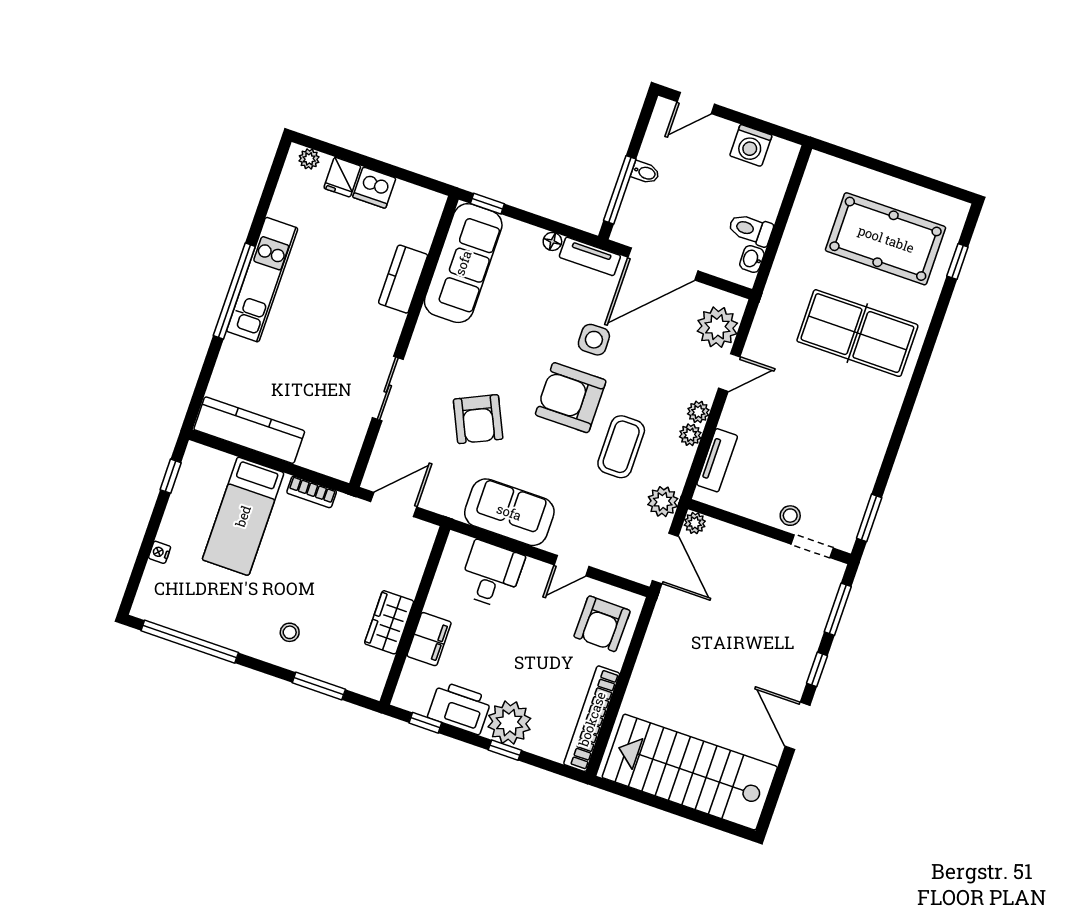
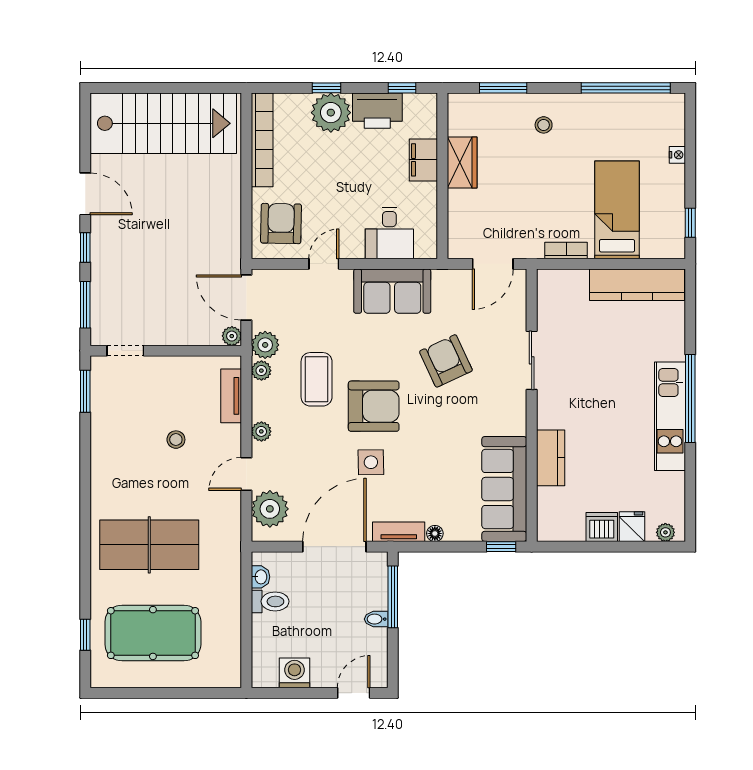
plant: (690, 435) -> (261, 371), moved
stool: (790, 516) -> (176, 440), moved

